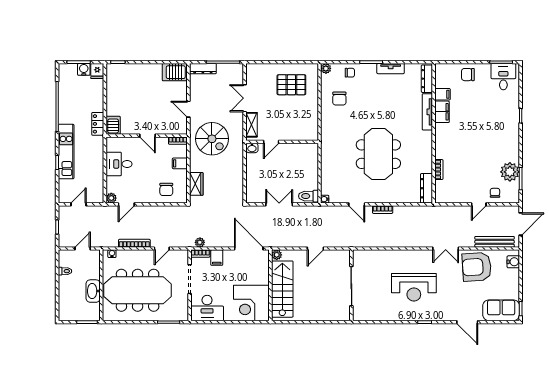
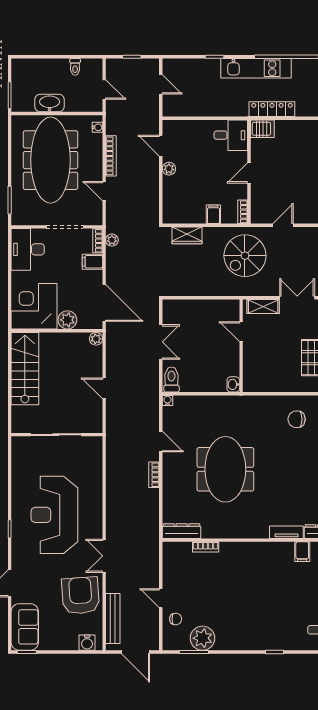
tv unit: (427, 112) -> (286, 532), width x0.71
filing cabinet: (442, 112) -> (280, 551), removed
locker: (98, 124) -> (272, 109), width x1.53
washbasin: (252, 148) -> (233, 384), moved
kitchen unit: (66, 152) -> (256, 68), moved
meeting table: (378, 154) -> (225, 469), turned 90
desk: (119, 164) -> (231, 135), moved, turned 90
chair: (166, 189) -> (180, 197), removed
plant: (111, 198) -> (169, 169), moved
door: (357, 204) -> (161, 442), swing flipped
door: (249, 249) -> (104, 303), hinge flipped
plant: (262, 277) -> (67, 320), added
reception desk: (414, 287) -> (54, 515), width x1.36, depth x1.30
stairs: (282, 289) -> (25, 369), moved, turned -90

